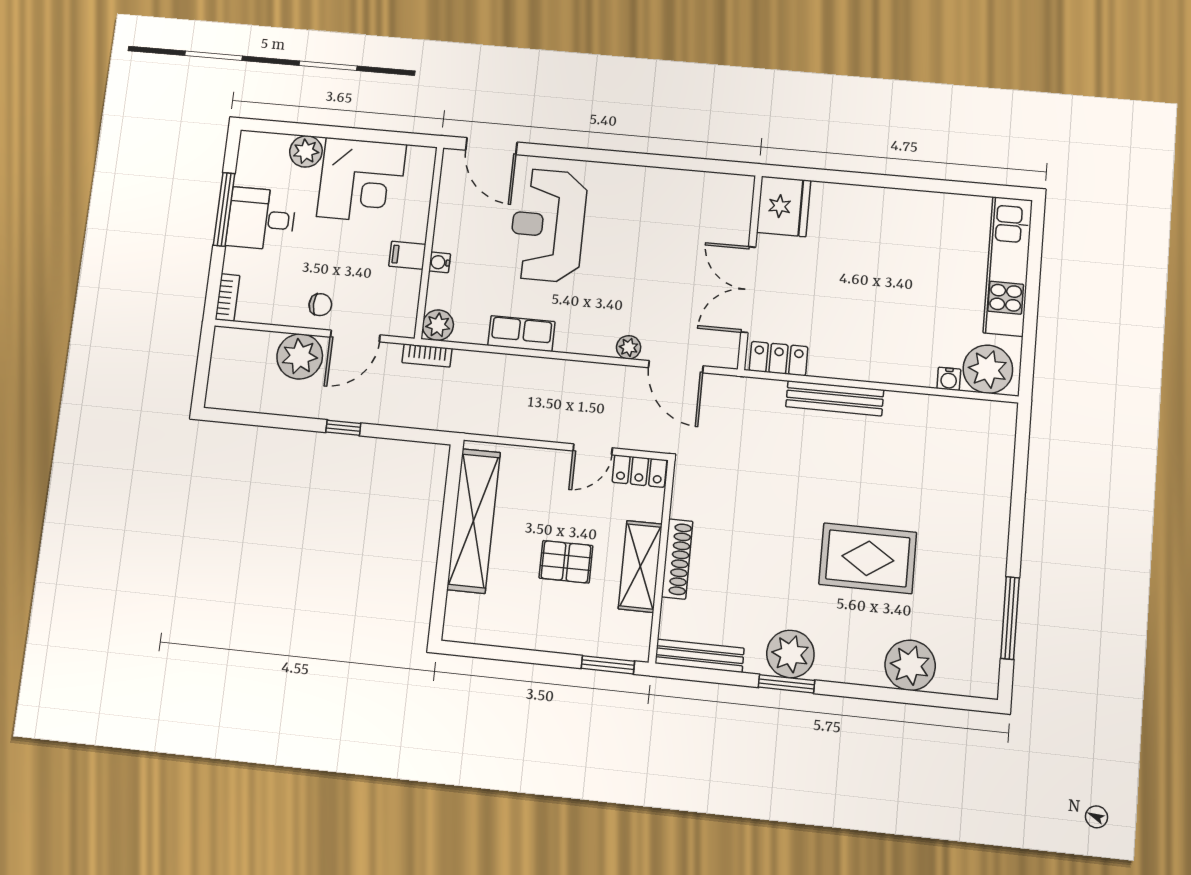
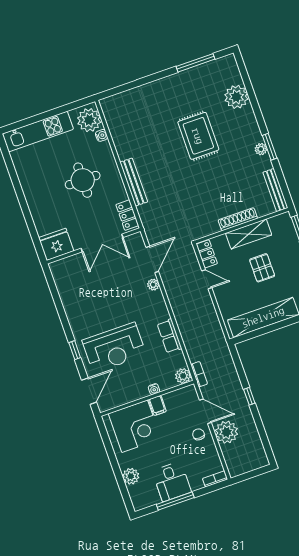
window: (577, 154) -> (75, 350), added
corner desk: (361, 180) -> (135, 426), moved, turned 90
round table: (880, 307) -> (83, 180), added
plant: (790, 654) -> (261, 149), width x0.53, depth x0.53

